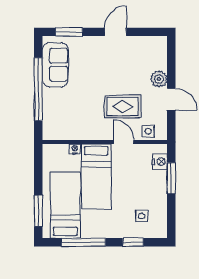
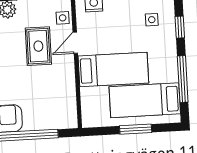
nightstand: (75, 149) -> (86, 94), removed
window: (38, 211) -> (136, 129), moved

